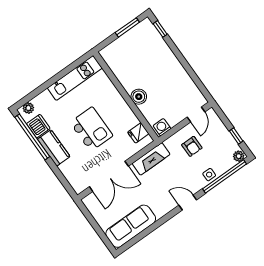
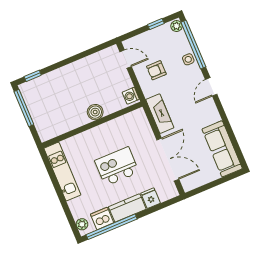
window: (127, 27) -> (24, 108), width x1.44
fridge: (138, 133) -> (151, 198), moved, turned 180
armchair: (192, 146) -> (156, 70), turned 180

